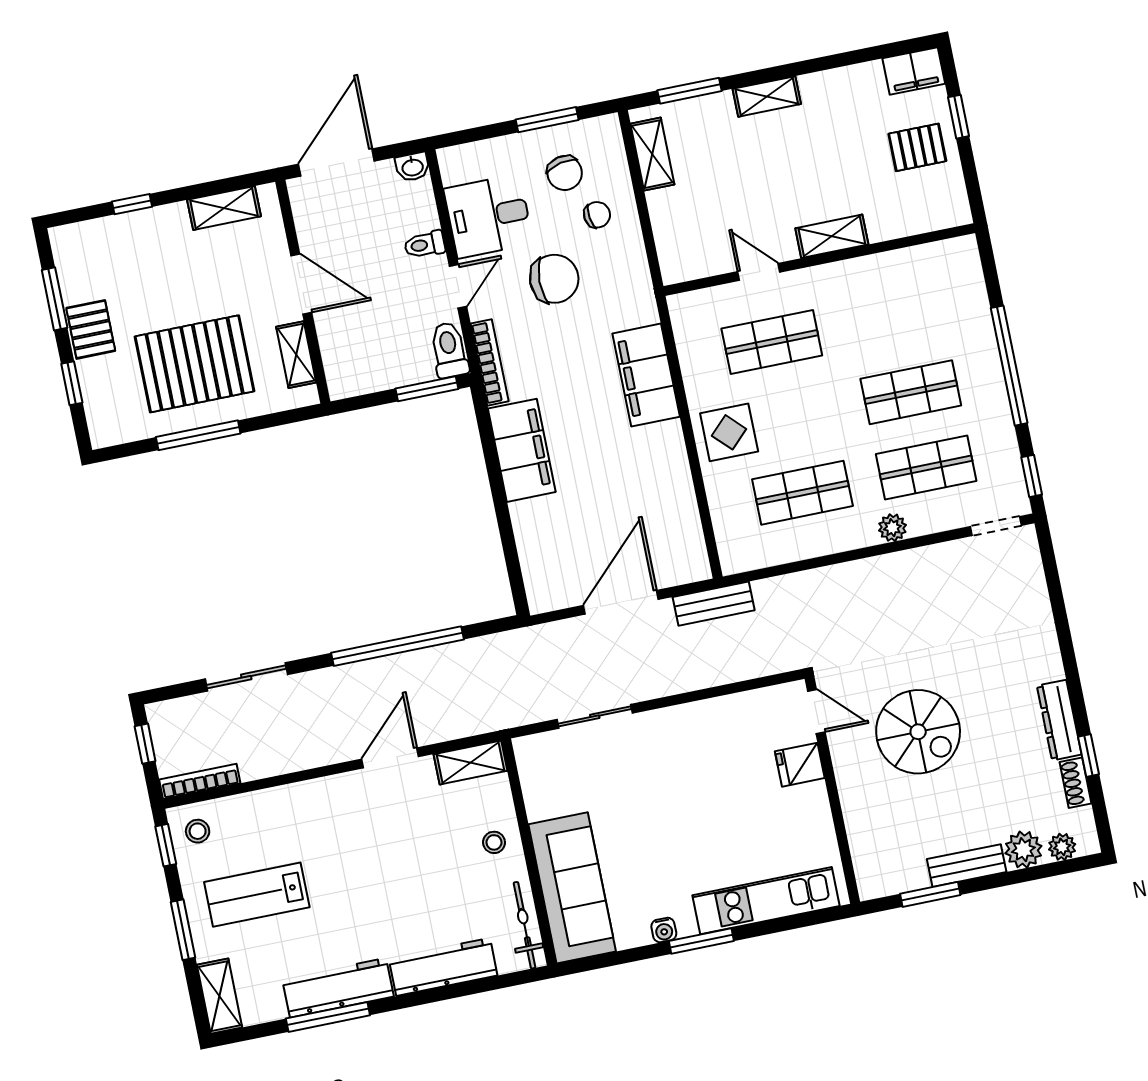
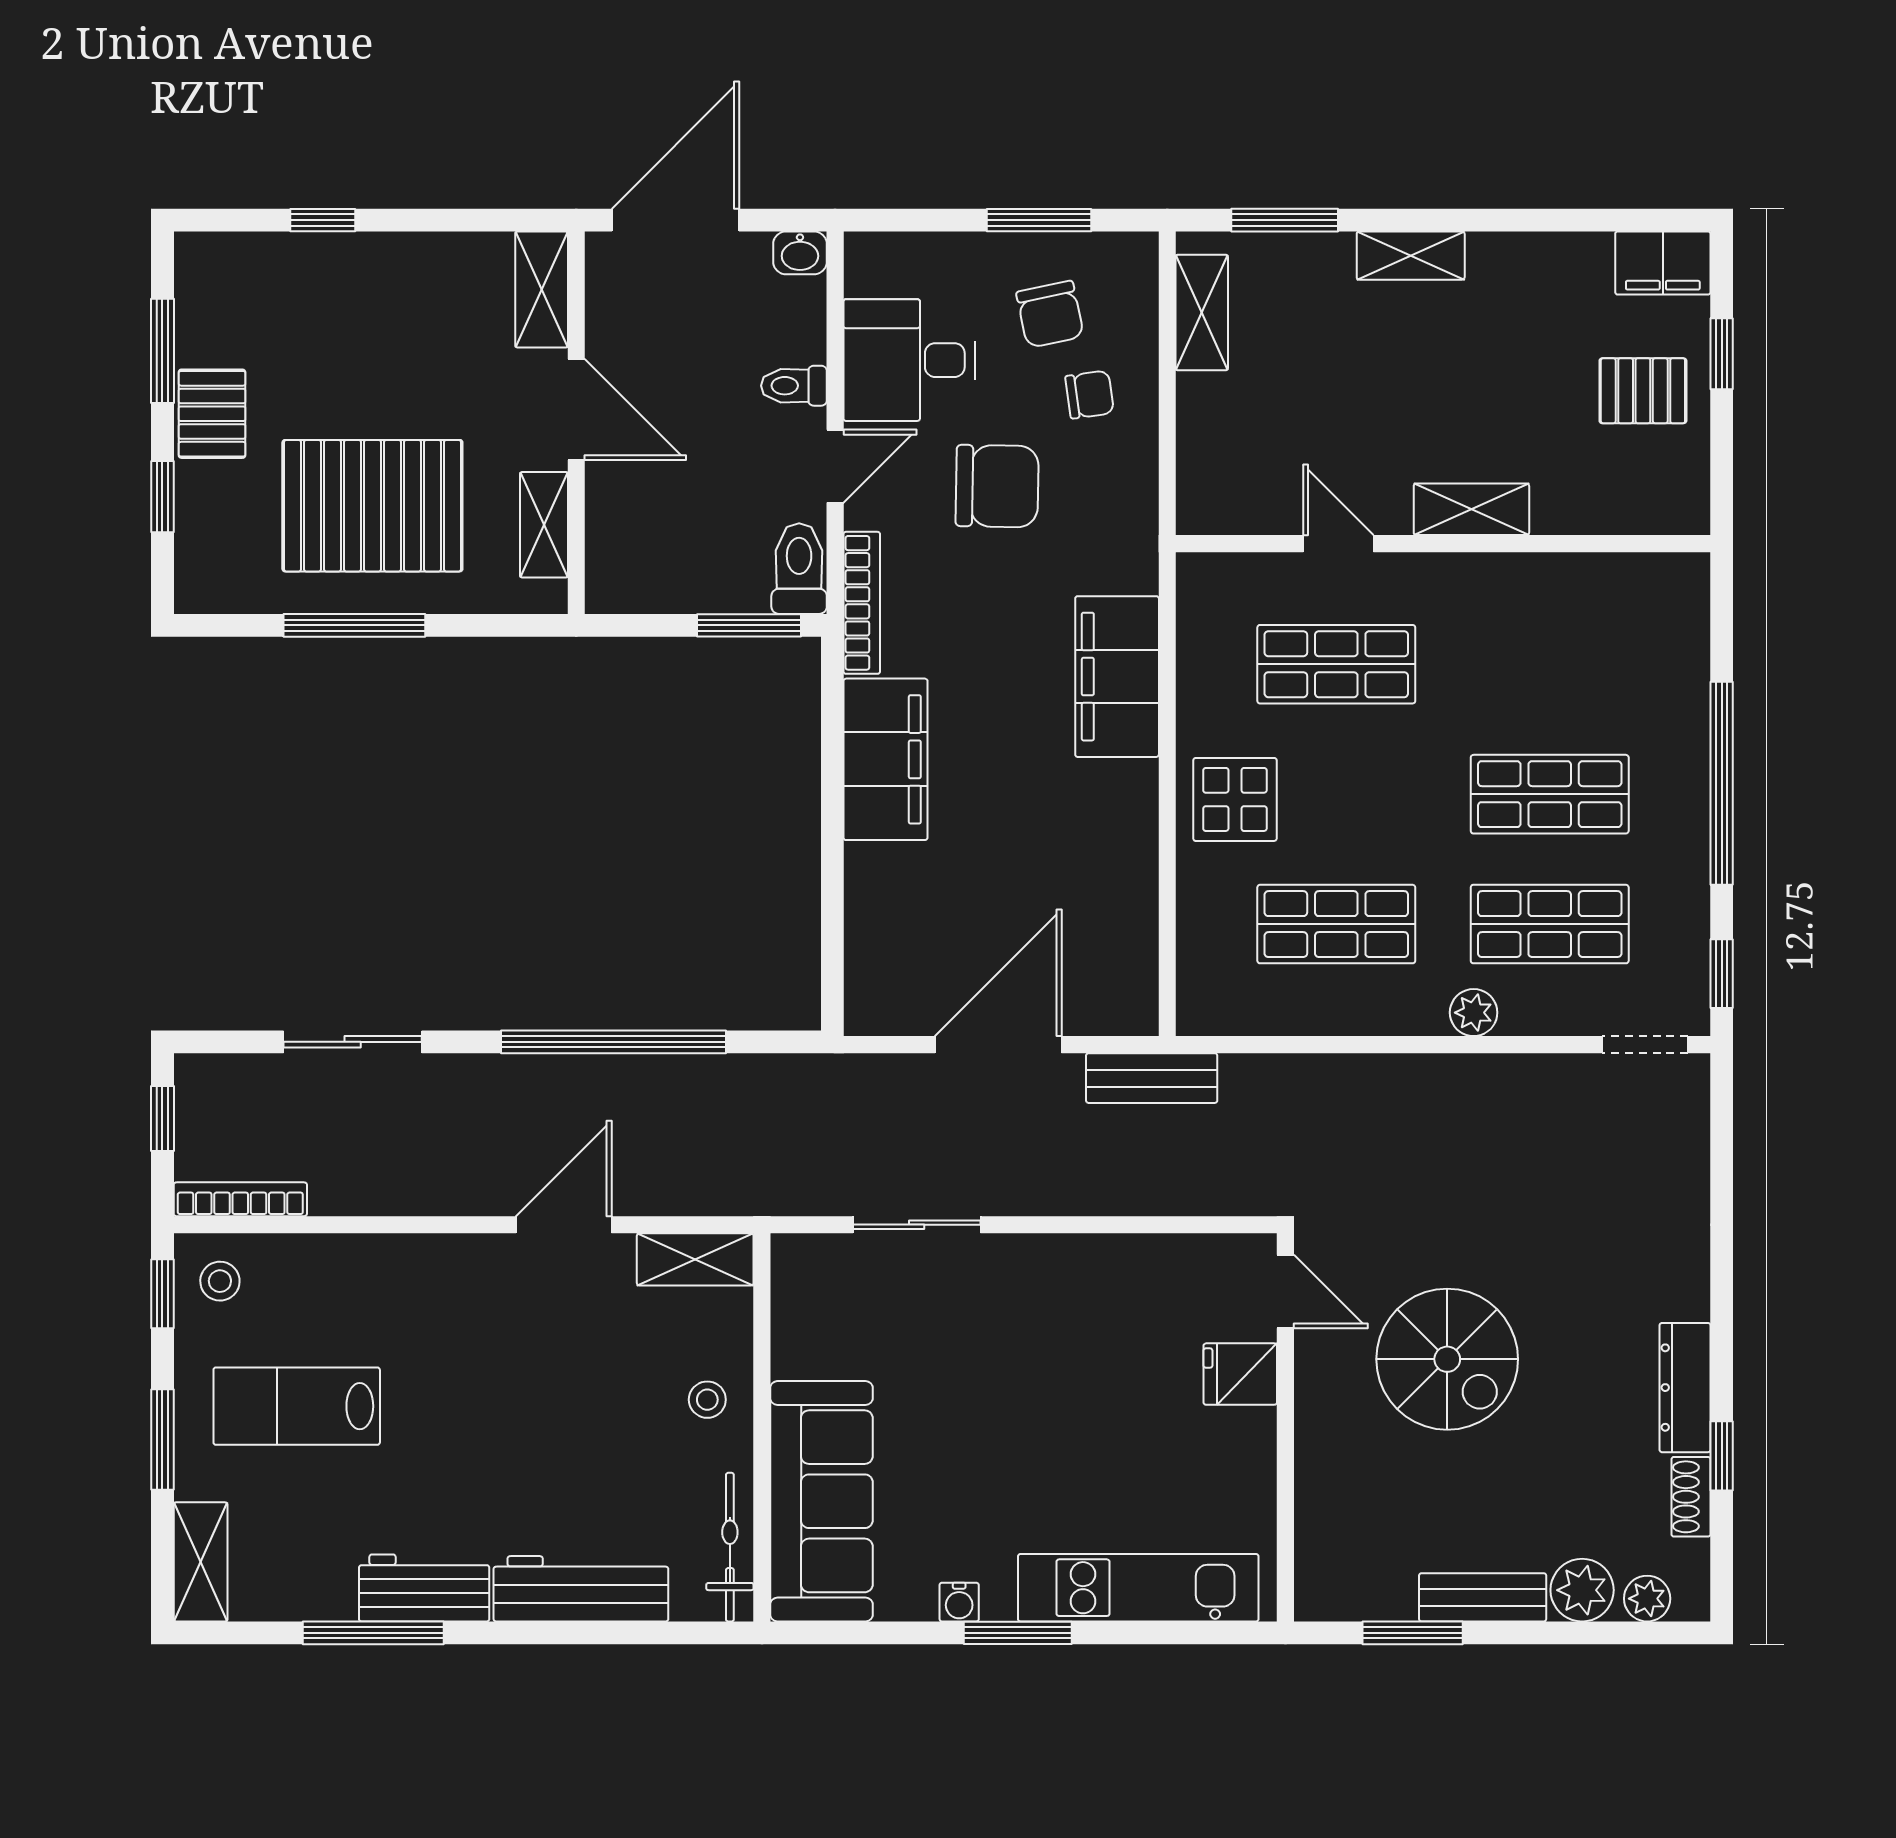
shelving: (224, 208) -> (542, 290), moved, turned 90
workbench: (338, 988) -> (424, 1588), width x0.73

